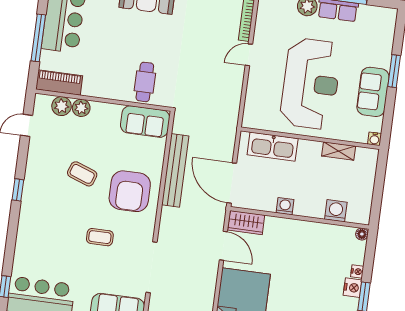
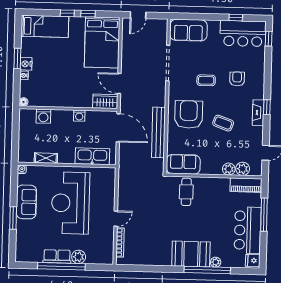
fireplace: (31, 183) -> (258, 113), added
armchair: (56, 234) -> (237, 79), added

